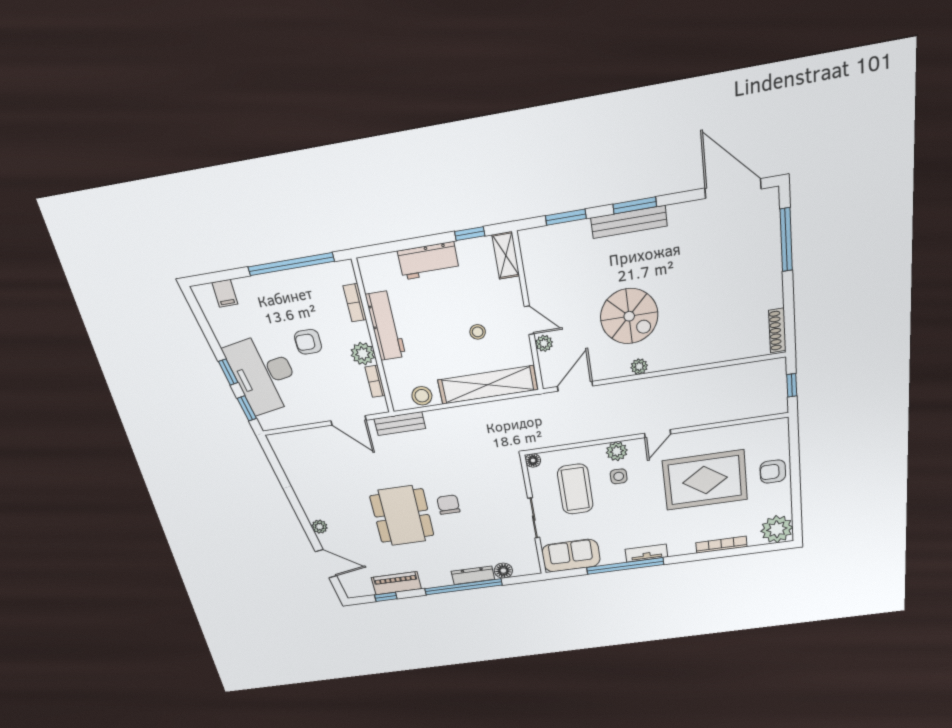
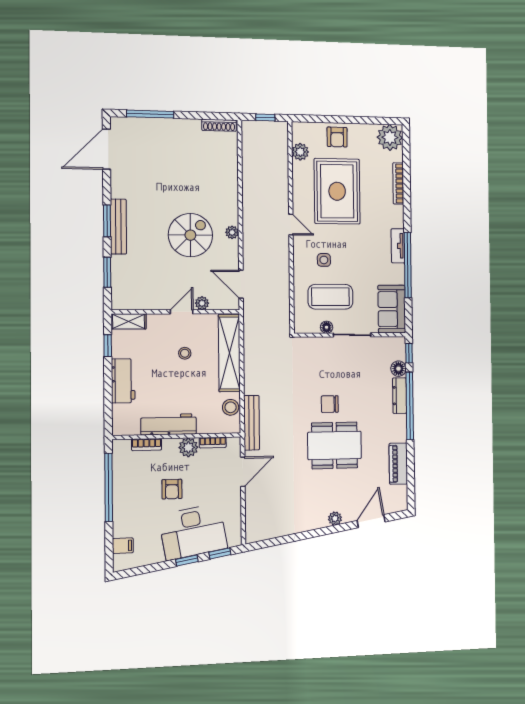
bench: (400, 424) -> (252, 423), width x1.36
plant: (617, 451) -> (300, 152), moved
floor lamp: (533, 460) -> (327, 327), moved
window: (386, 597) -> (409, 353), moved

